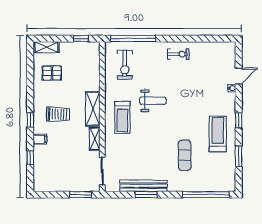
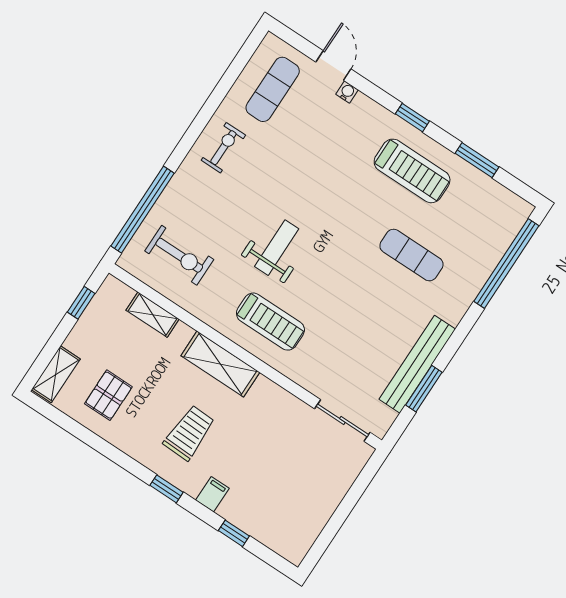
exercise mat: (214, 58) -> (273, 89), added
treadmill: (218, 134) -> (412, 171), turned 180
shelving: (95, 139) -> (153, 315), moved
window: (80, 195) -> (359, 487), removed
window: (146, 195) -> (424, 389), moved

